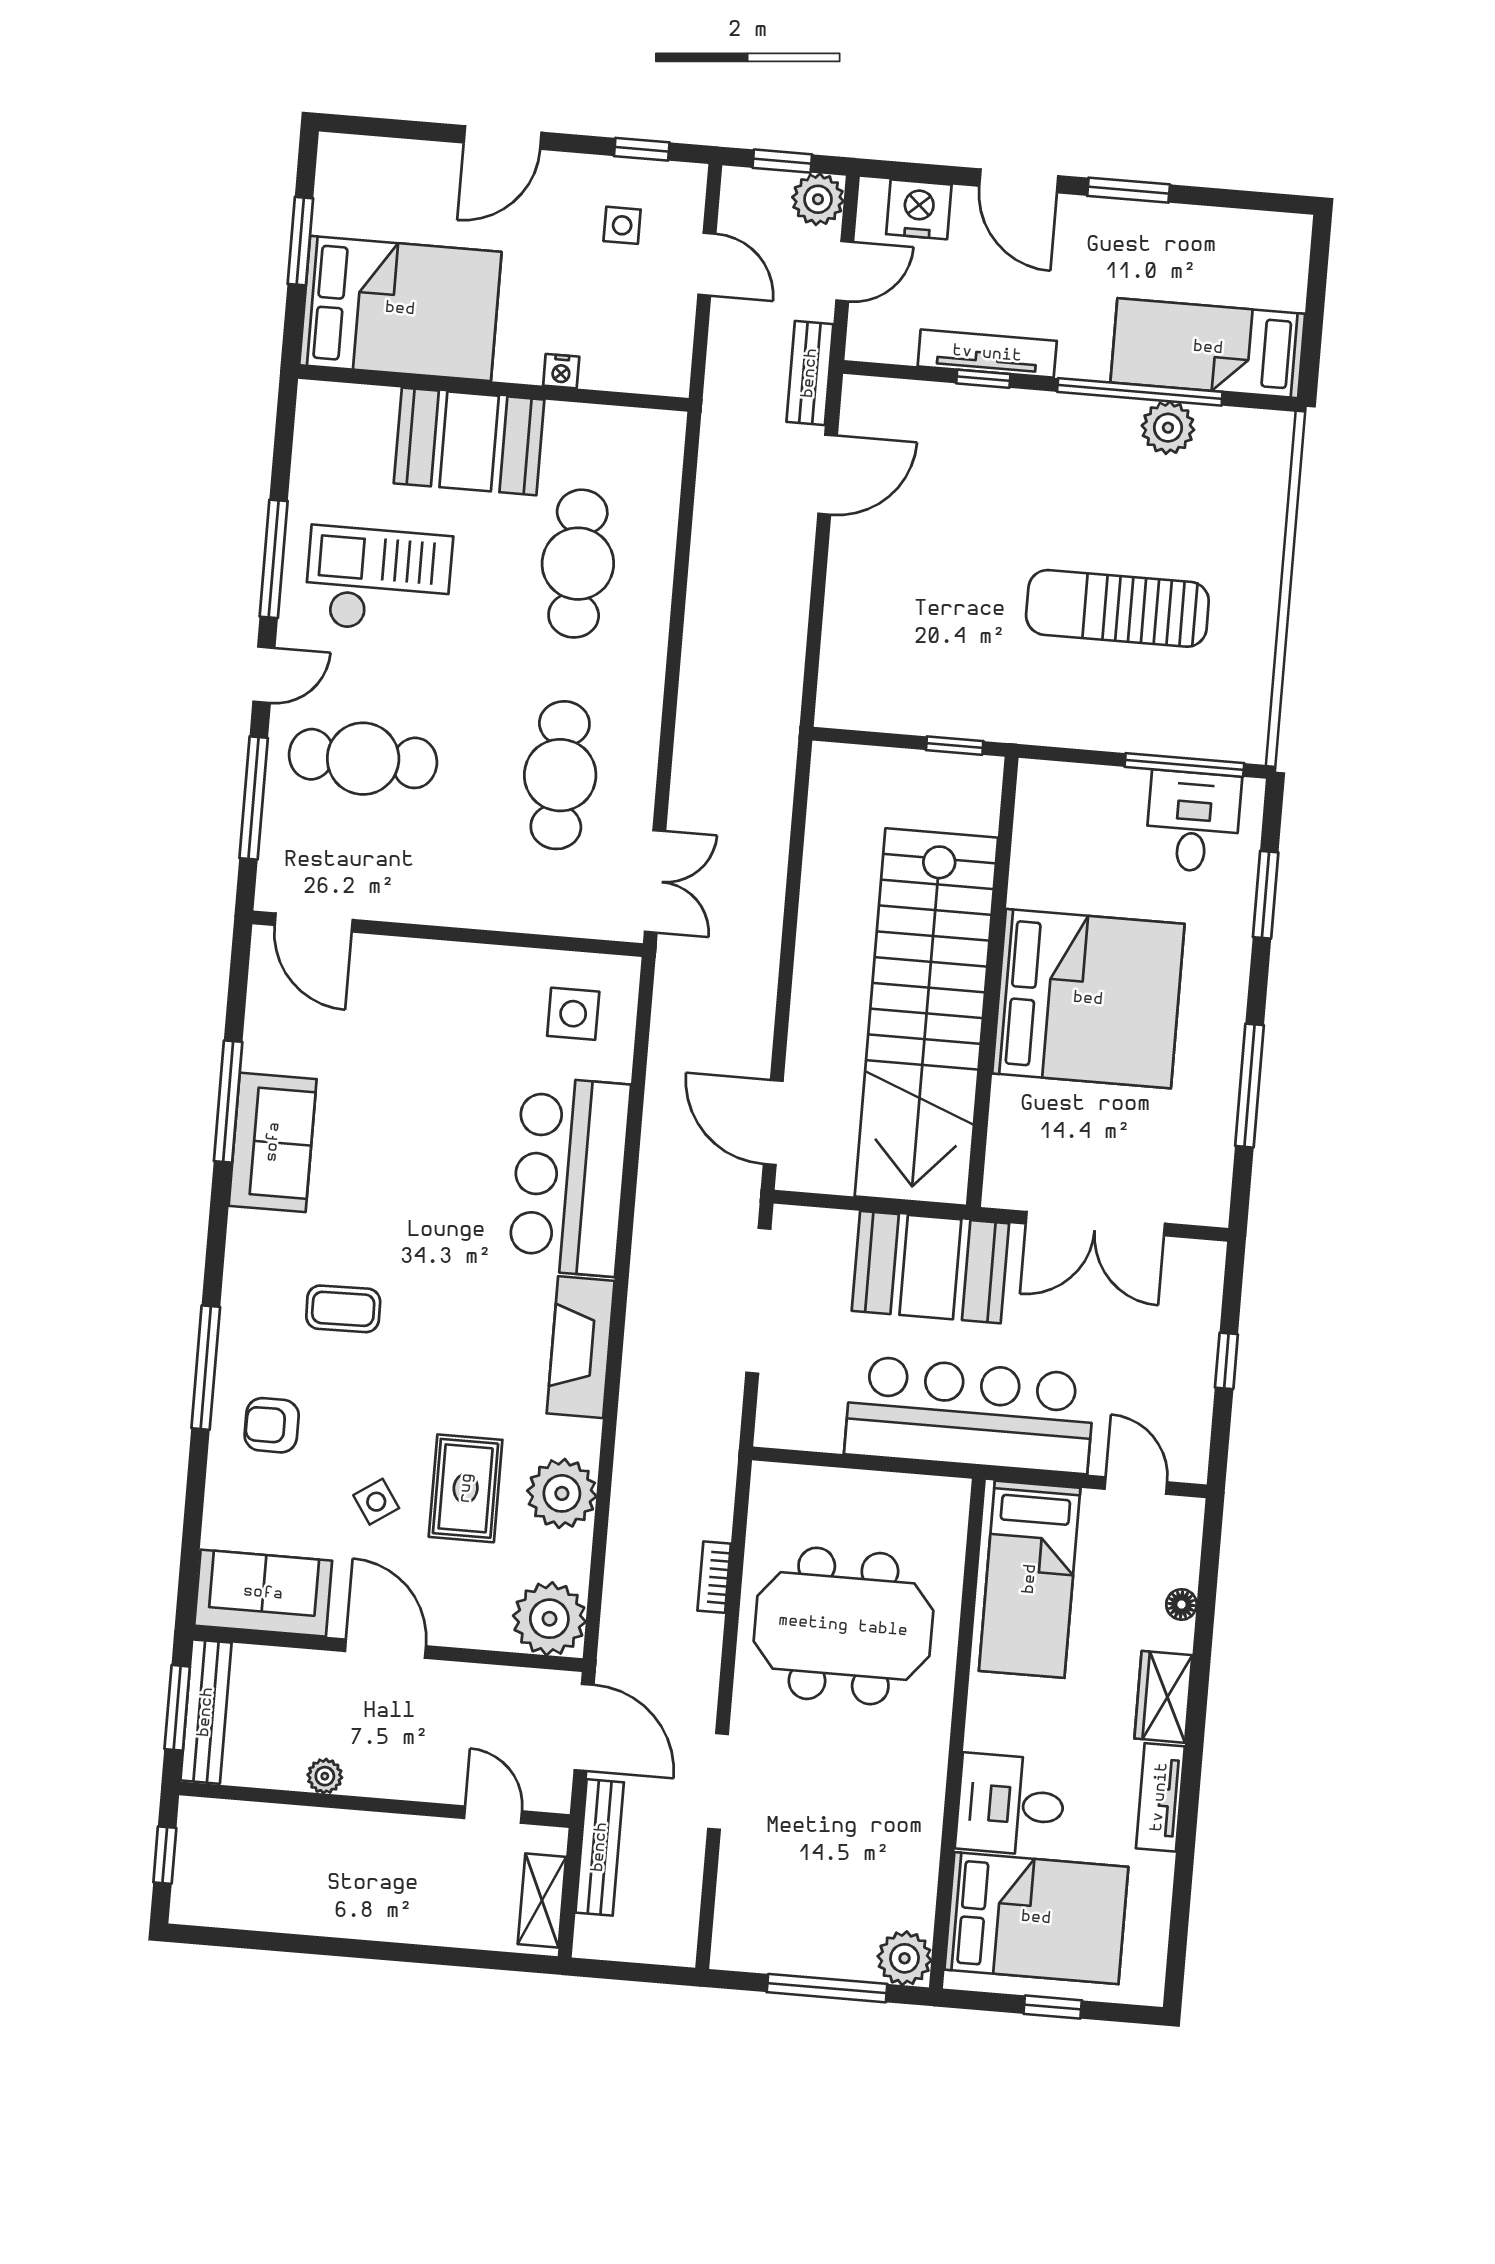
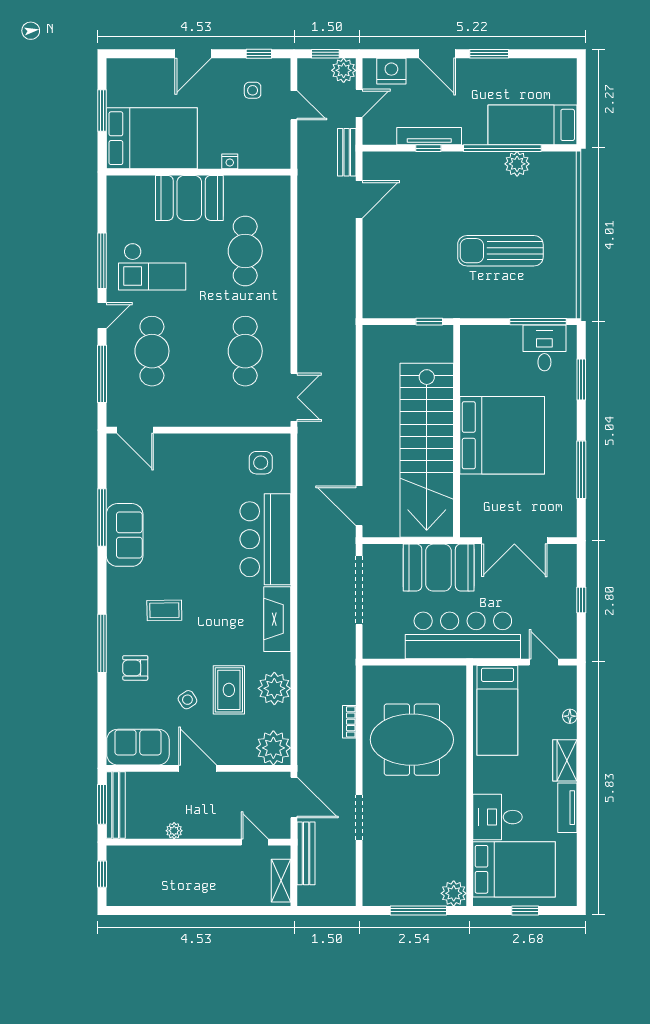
checkout: (378, 580) -> (152, 267), turned 180
cafe table: (363, 759) -> (152, 351), turned 90

